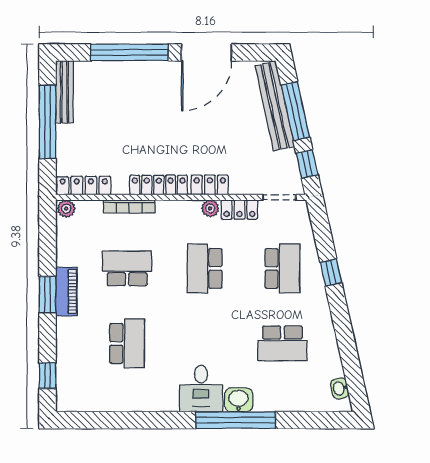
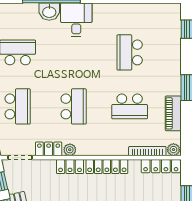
bookcase: (129, 206) -> (147, 151), moved
school desk: (282, 268) -> (18, 106), turned 180
piano: (67, 292) -> (173, 113), moved

